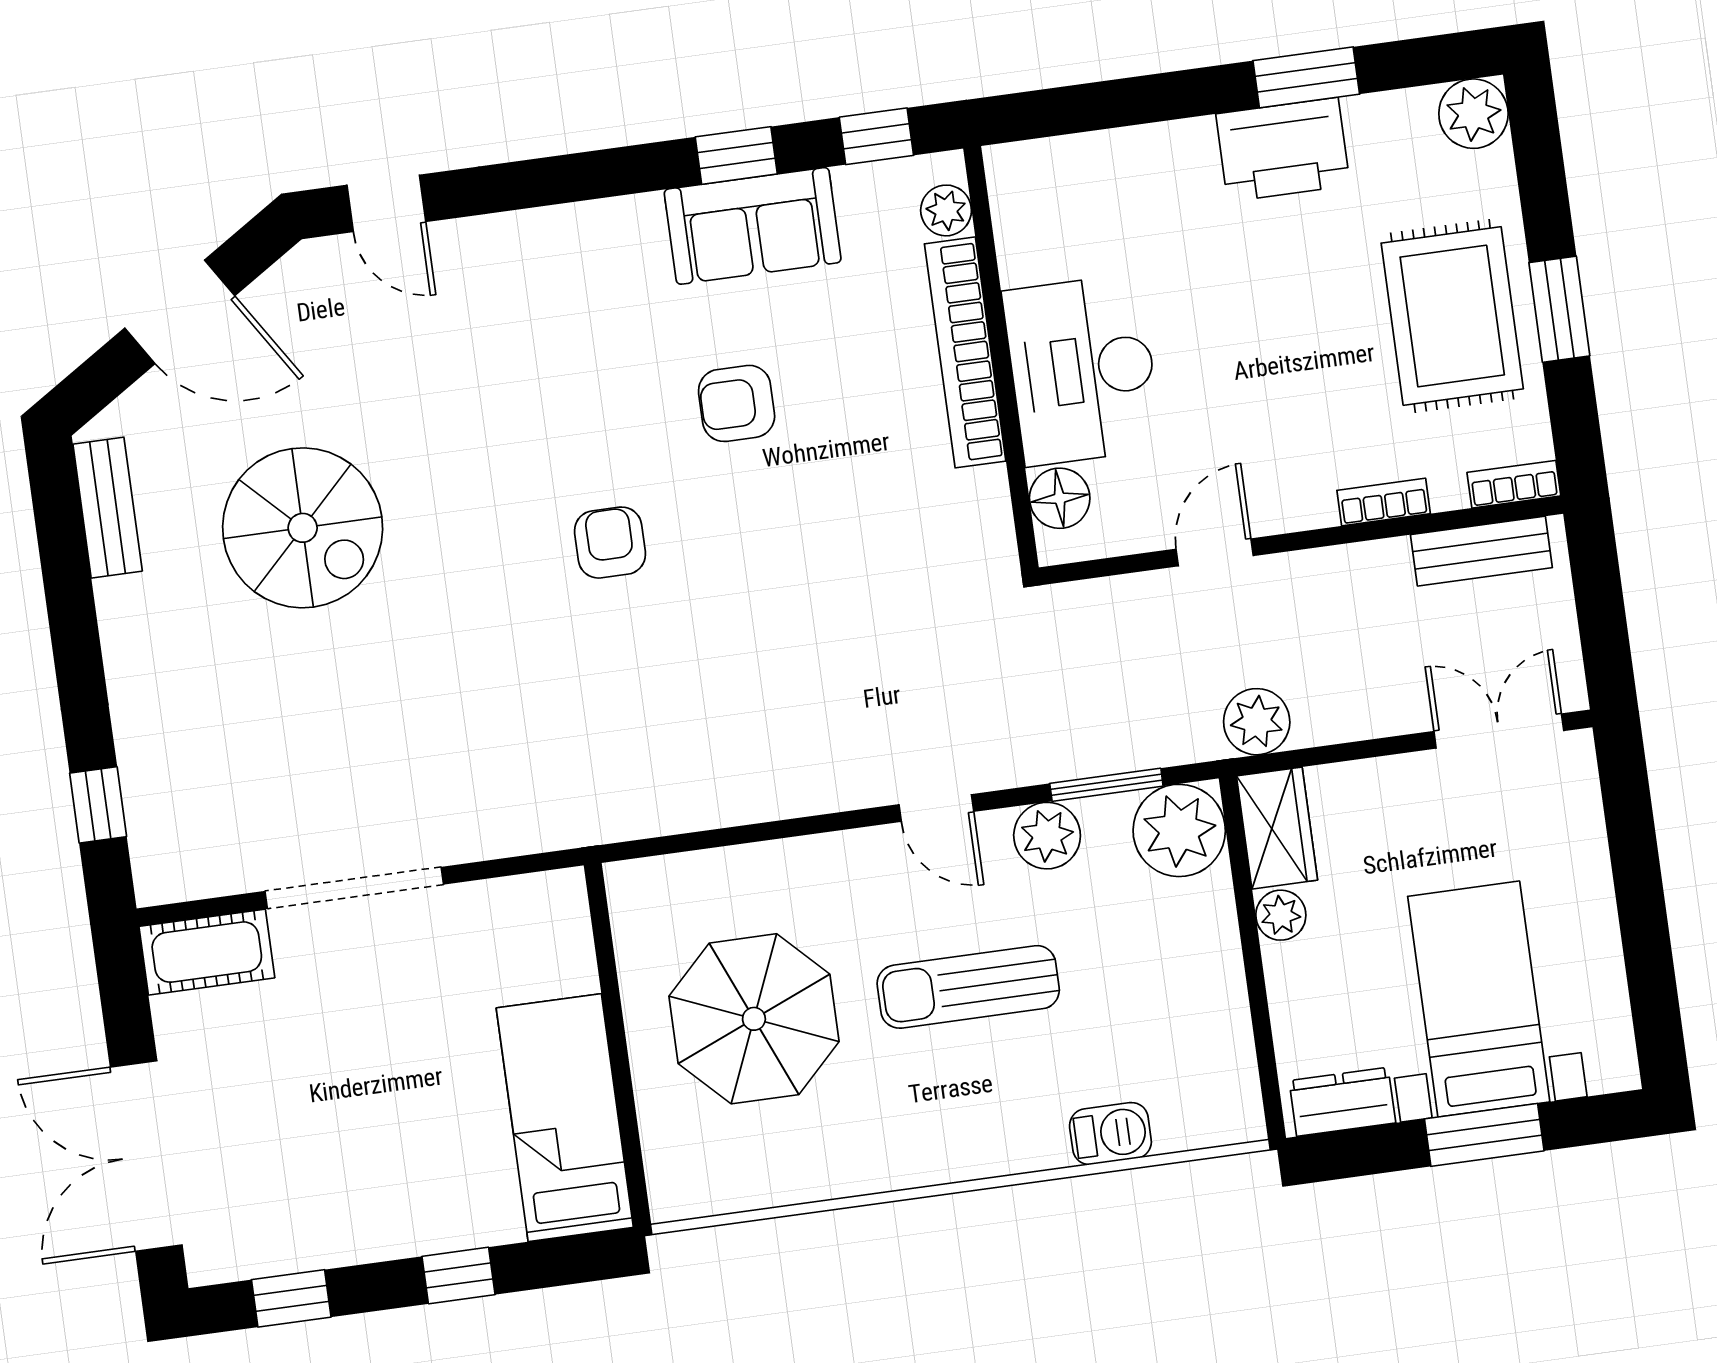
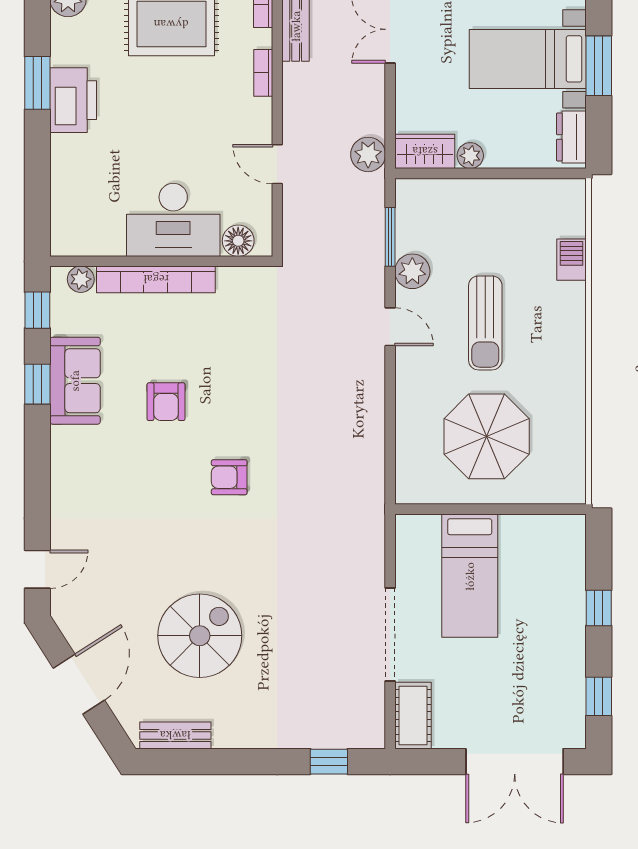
door: (936, 808) -> (390, 327), hinge flipped
plant: (1179, 830) -> (419, 202), removed
bed: (565, 1118) -> (470, 576), moved, turned -90

